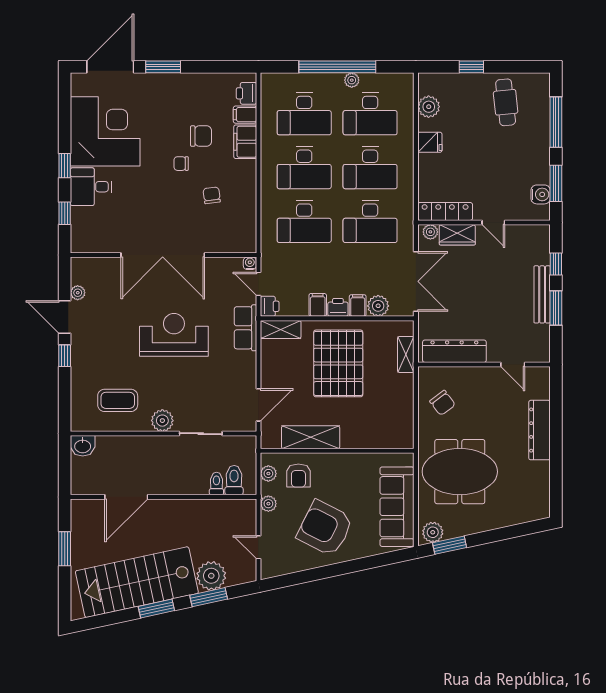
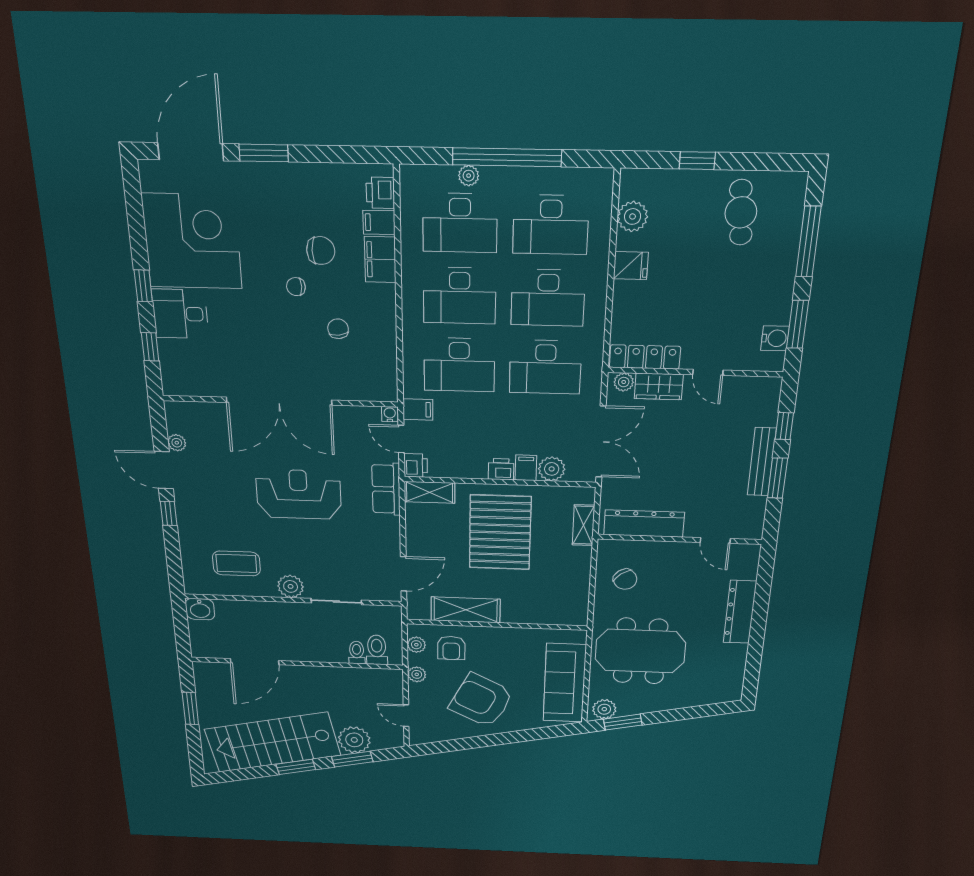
plant: (352, 80) -> (469, 176), moved
filing cabinet: (318, 305) -> (418, 409), moved, turned 90

